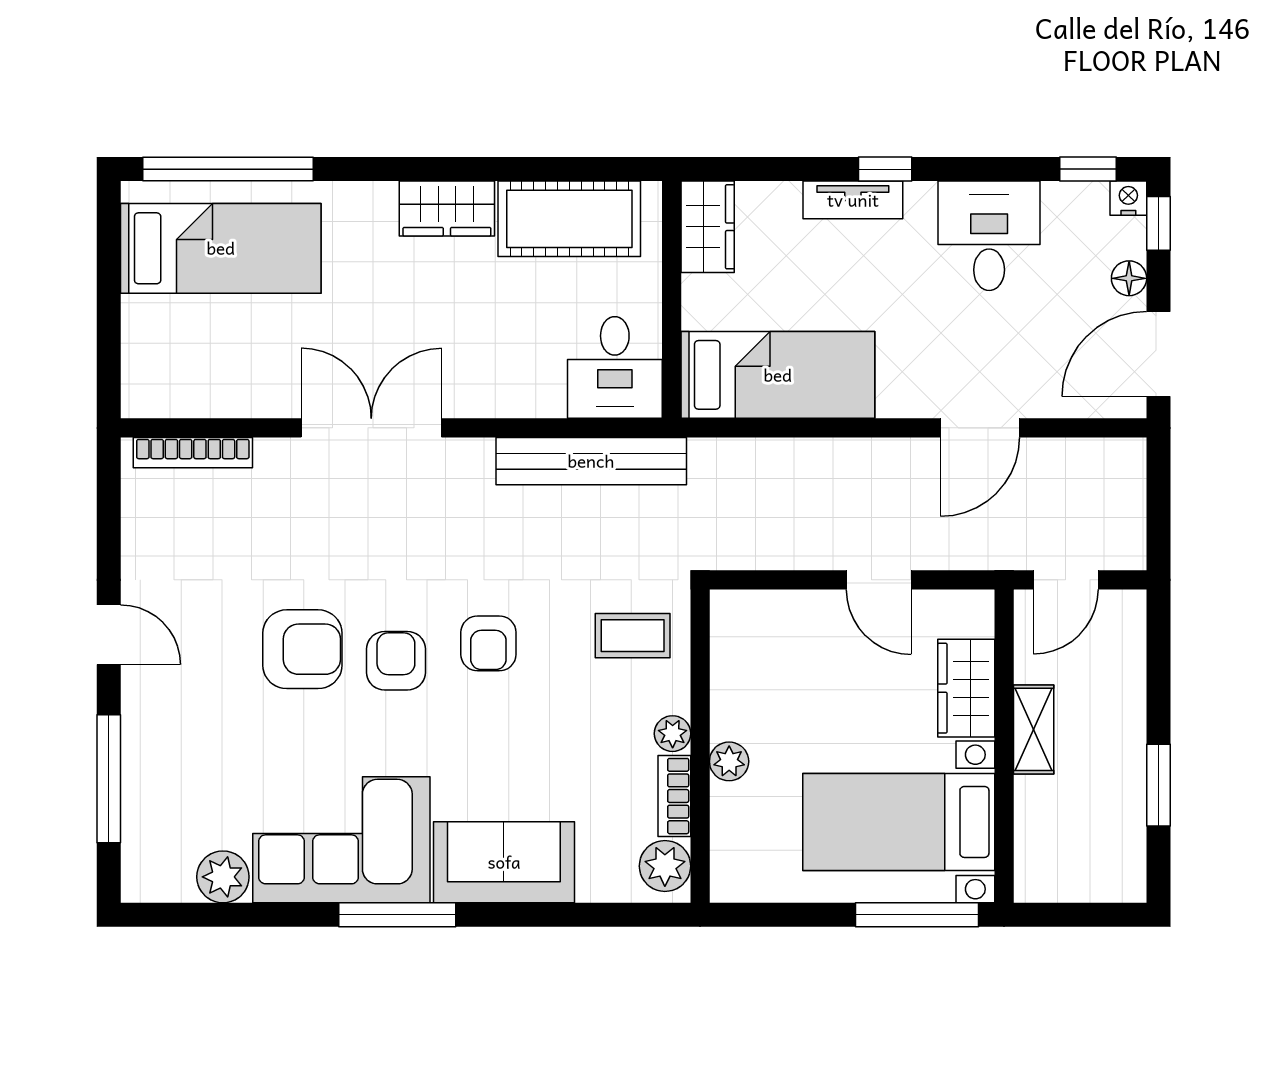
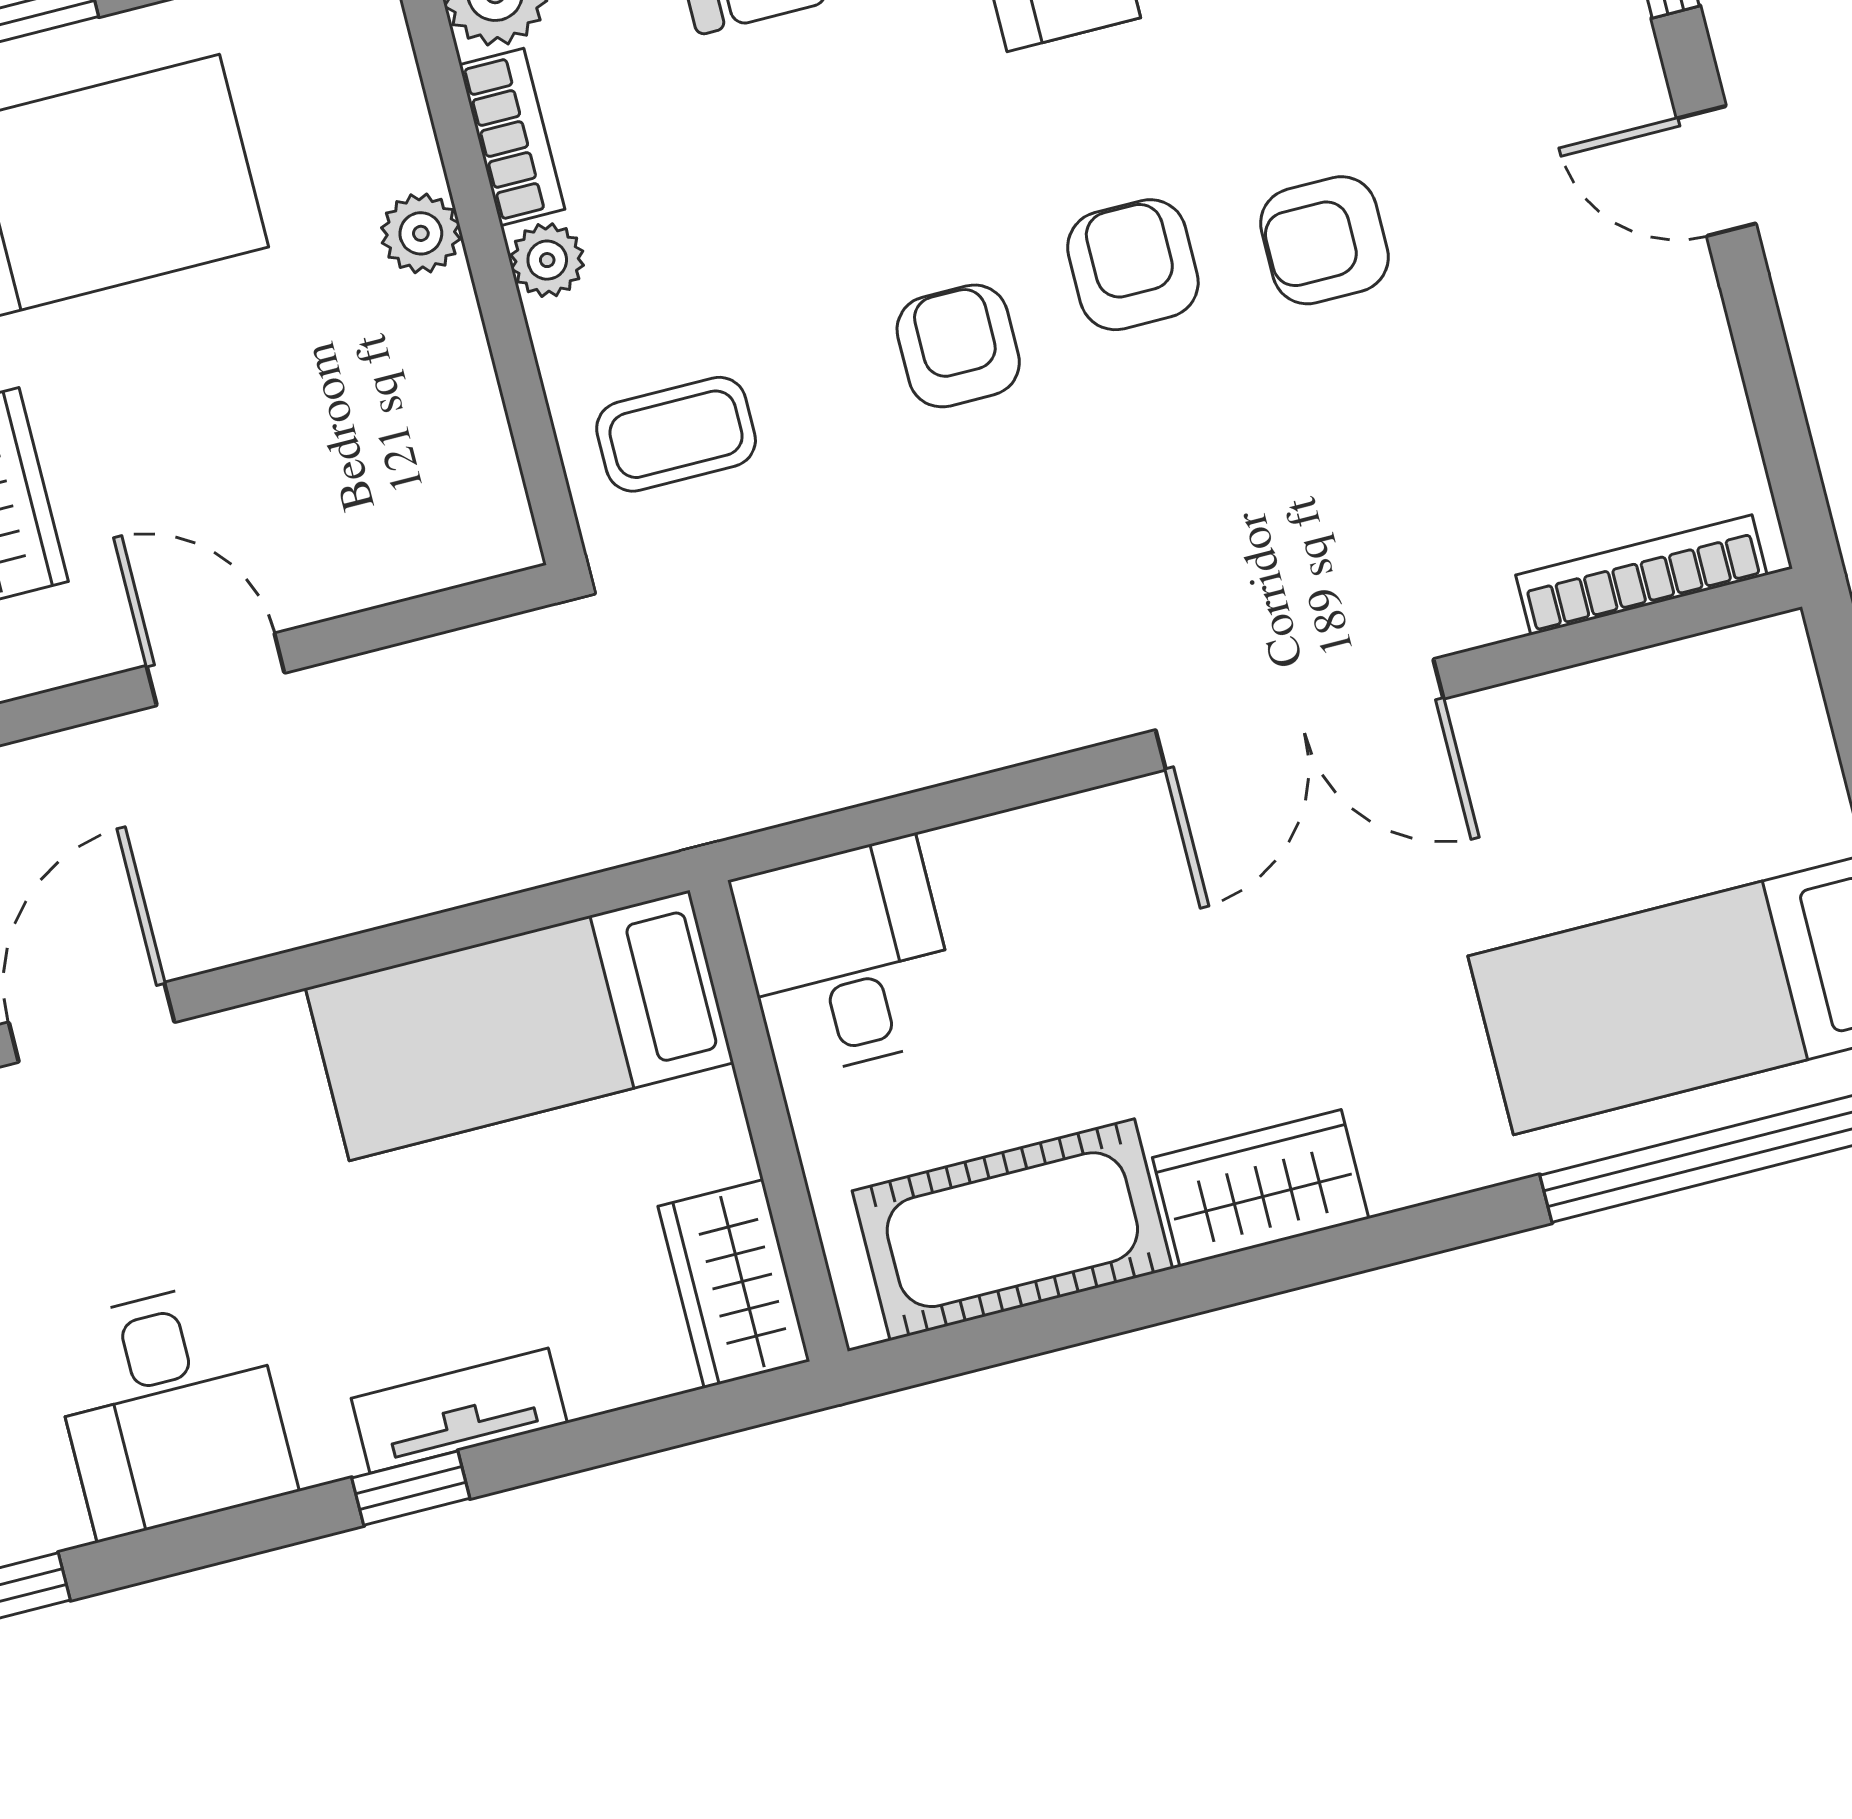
bench: (591, 461) -> (846, 760), removed
armchair: (302, 649) -> (1324, 240), width x0.72, depth x0.72
armchair: (396, 661) -> (1133, 265), turned 180

